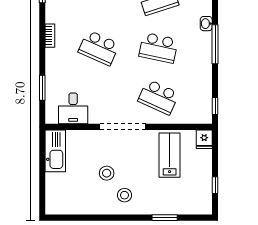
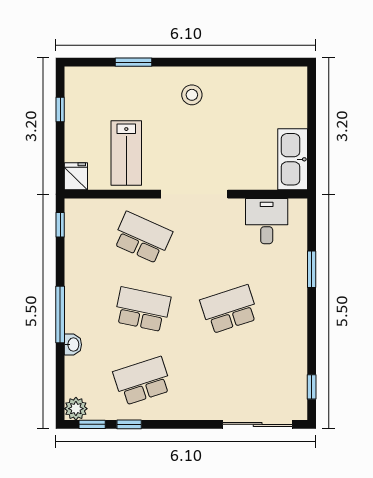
bookcase: (50, 36) -> (300, 327), removed
school desk: (99, 48) -> (229, 309), turned -42
window: (42, 88) -> (312, 269), moved
stool: (107, 173) -> (218, 127), removed

